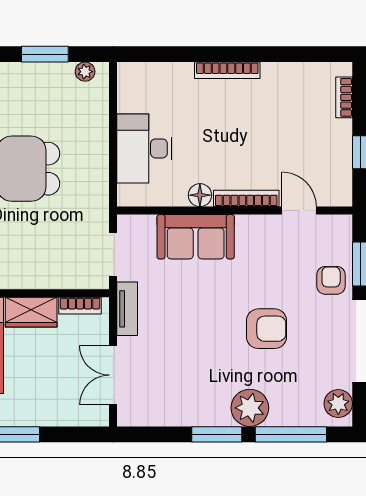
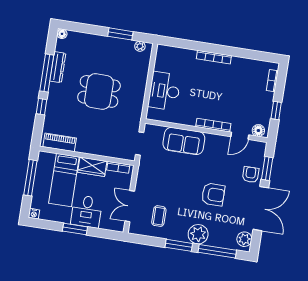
floor lamp: (200, 195) -> (258, 131), moved
door: (299, 211) -> (240, 136), swing flipped
tv unit: (127, 309) -> (143, 173), removed
coffee table: (171, 385) -> (159, 216), added
desk: (33, 398) -> (86, 211), added

